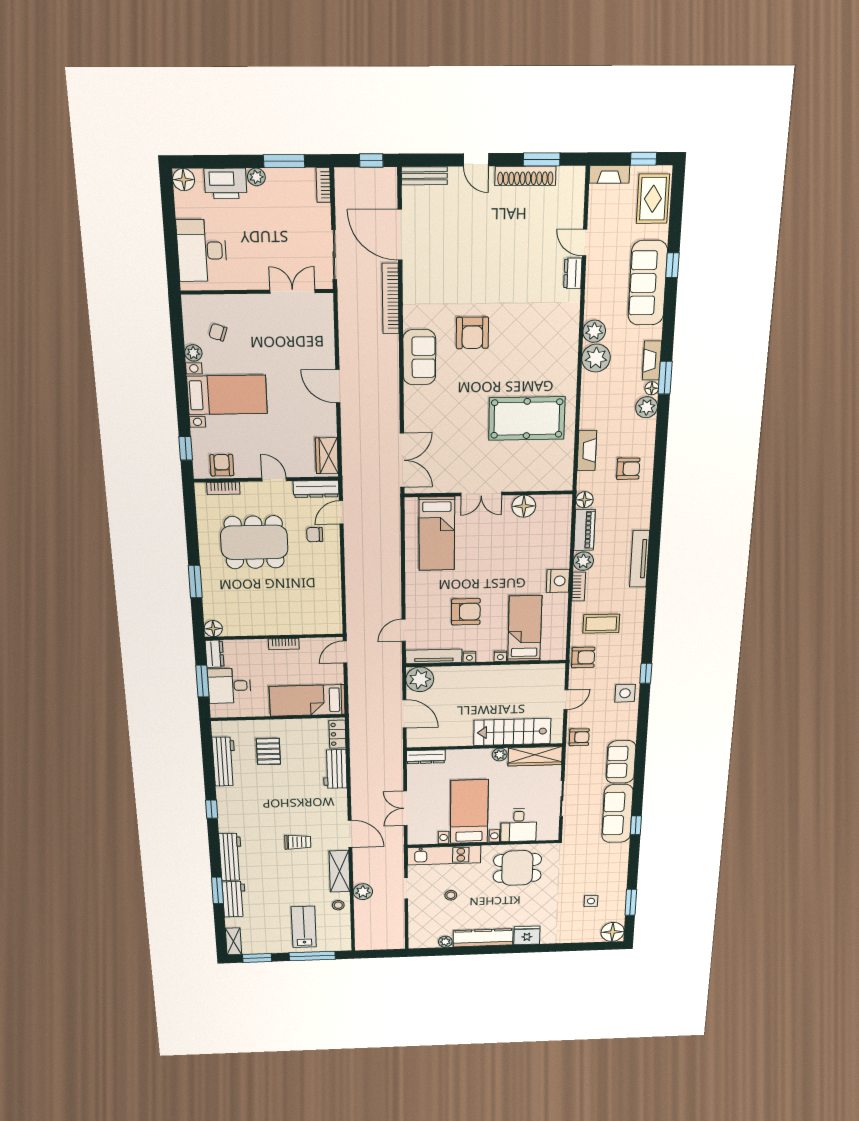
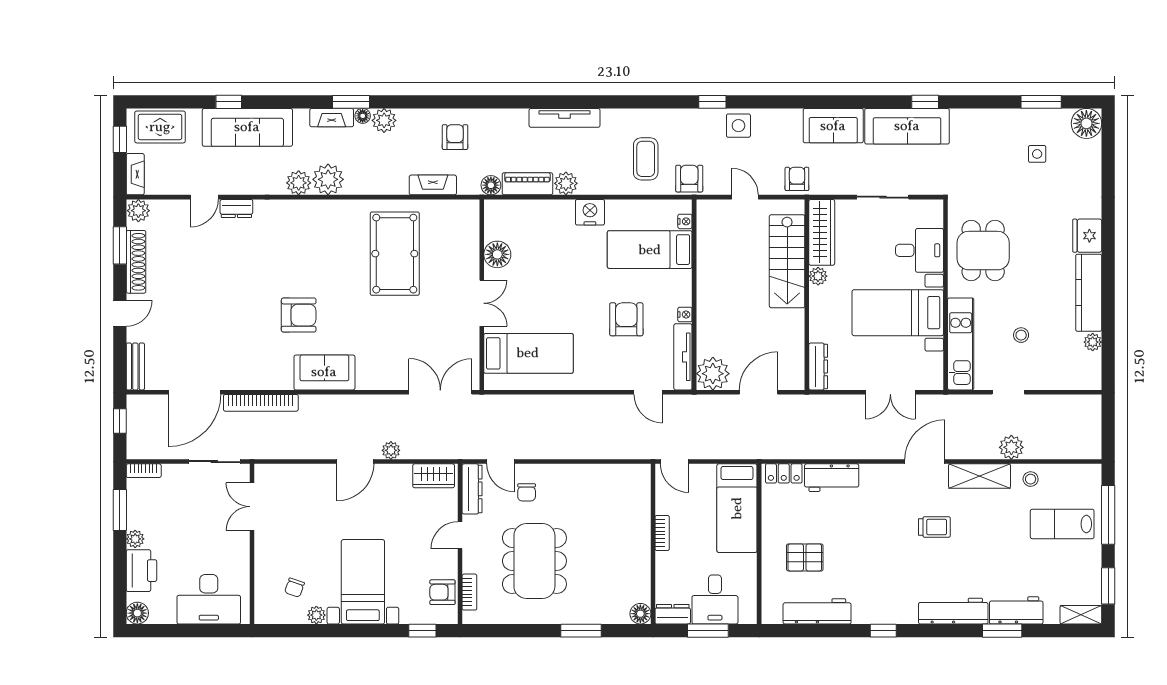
plant: (574, 178) -> (138, 211), added
plant: (349, 418) -> (391, 450), added
bookcase: (579, 587) -> (598, 188), removed
nightstand: (500, 656) -> (685, 221), moved
trolley: (298, 842) -> (934, 527), turned 89

